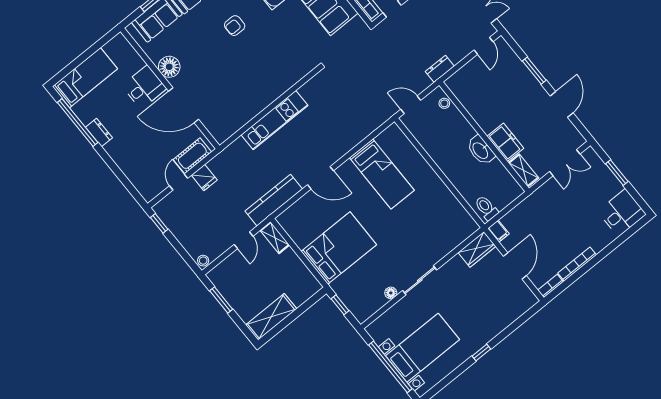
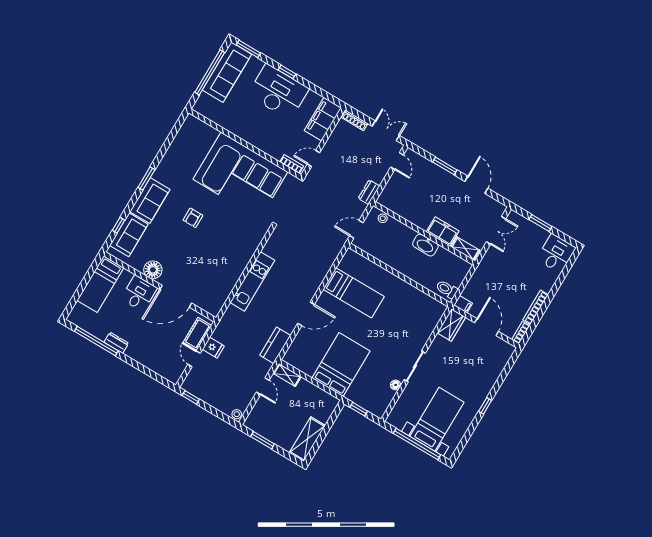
bed: (85, 78) -> (100, 284), moved, turned 180
kitchen counter: (274, 200) -> (275, 345), width x0.67

